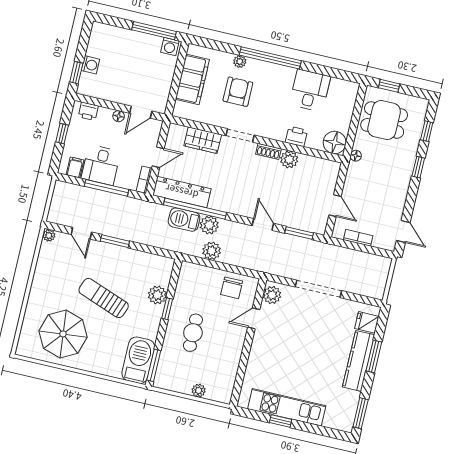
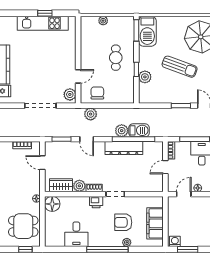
window: (154, 31) -> (188, 249), width x0.69
armchair: (238, 92) -> (123, 222), turned 90
printer: (296, 136) -> (96, 202), moved
wardrobe: (203, 140) -> (61, 185), moved
dresser: (182, 192) -> (124, 148), moved
plant: (212, 251) -> (91, 114), moved

